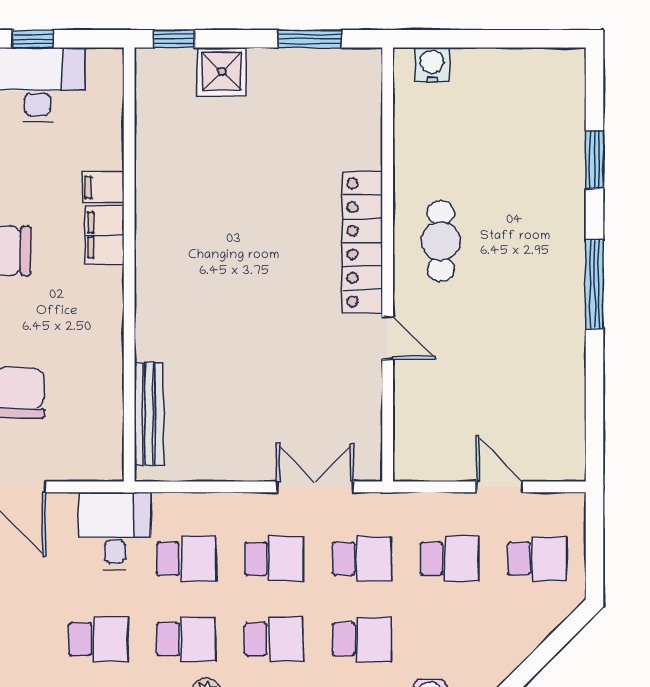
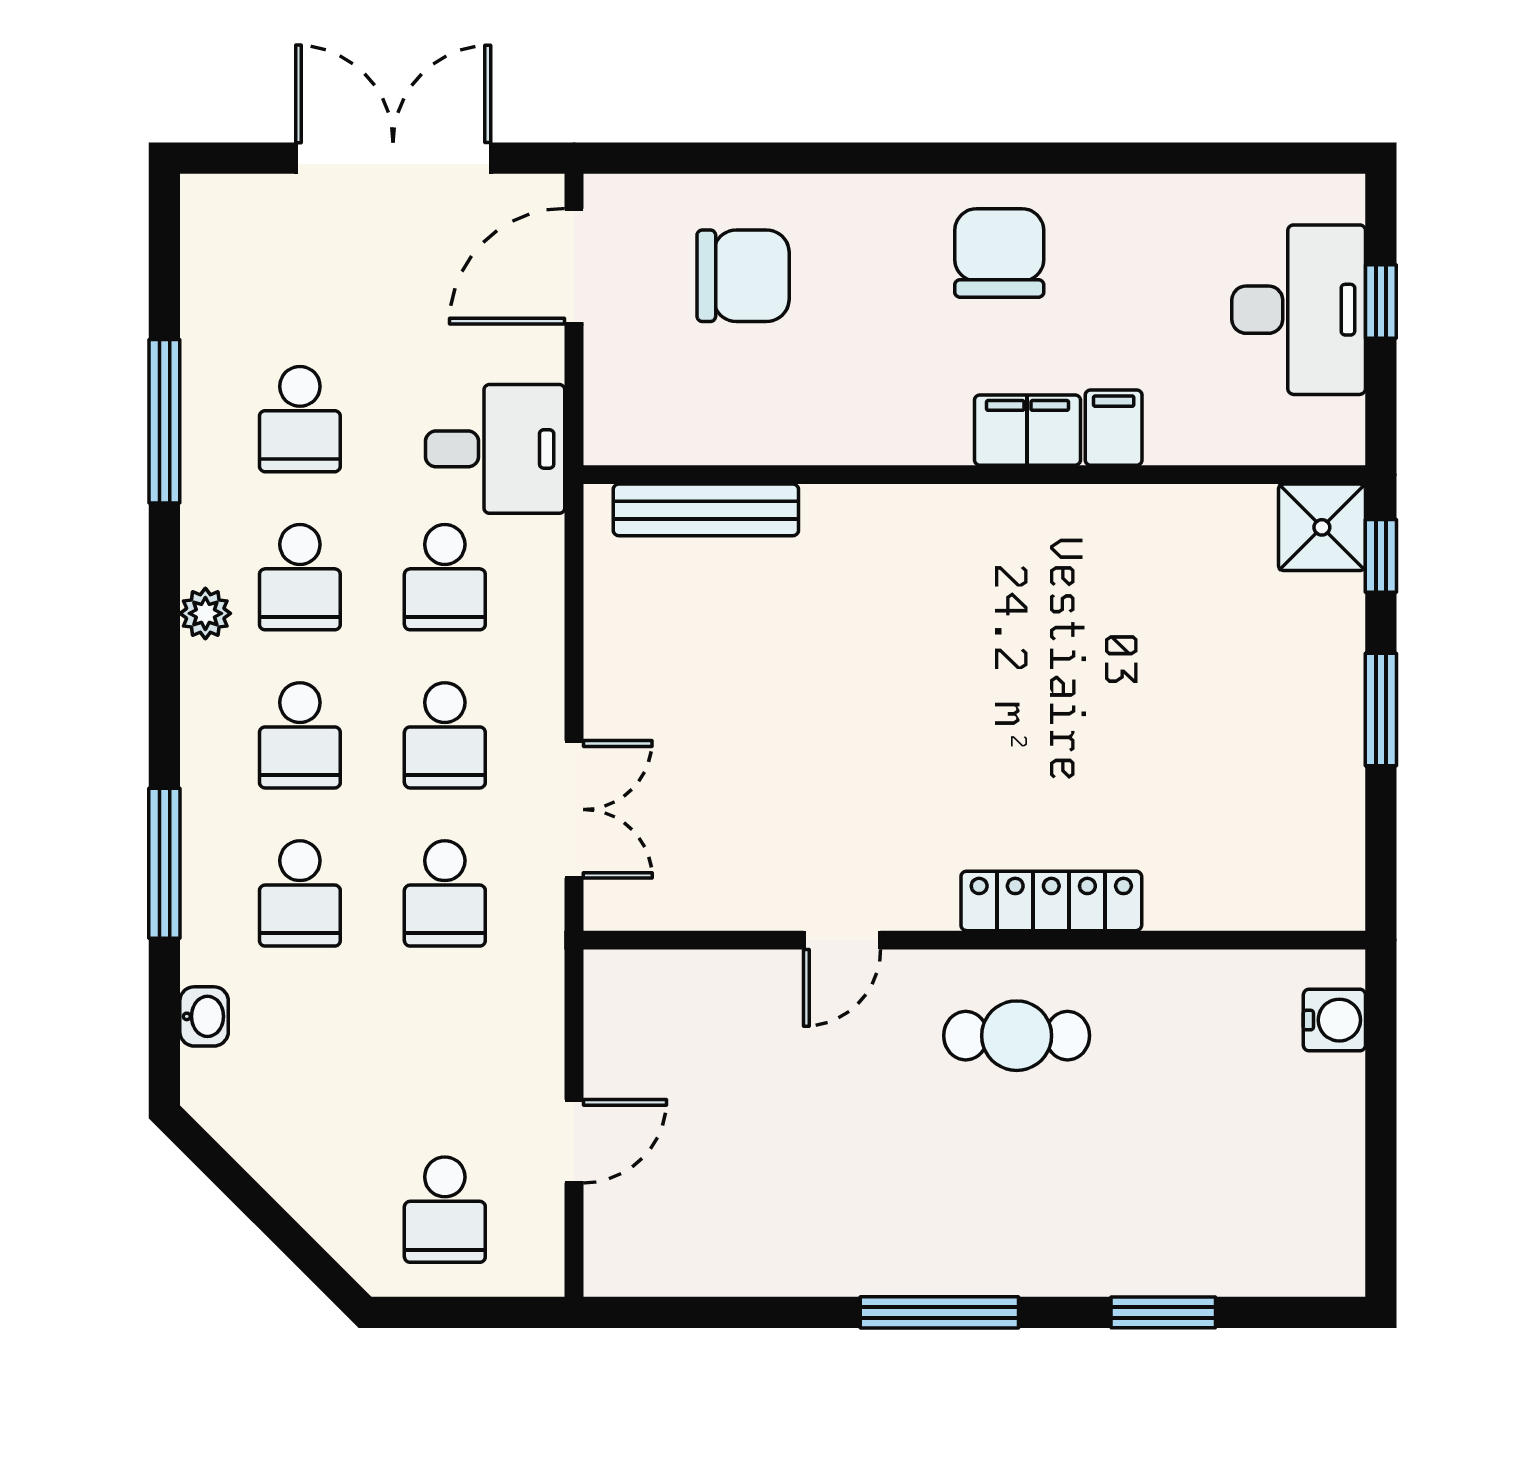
window: (310, 39) -> (1381, 709), moved
shower: (222, 71) -> (1322, 527), moved
locker: (362, 243) -> (1051, 901), width x0.71, depth x0.83
school desk: (450, 559) -> (445, 1052), removed

